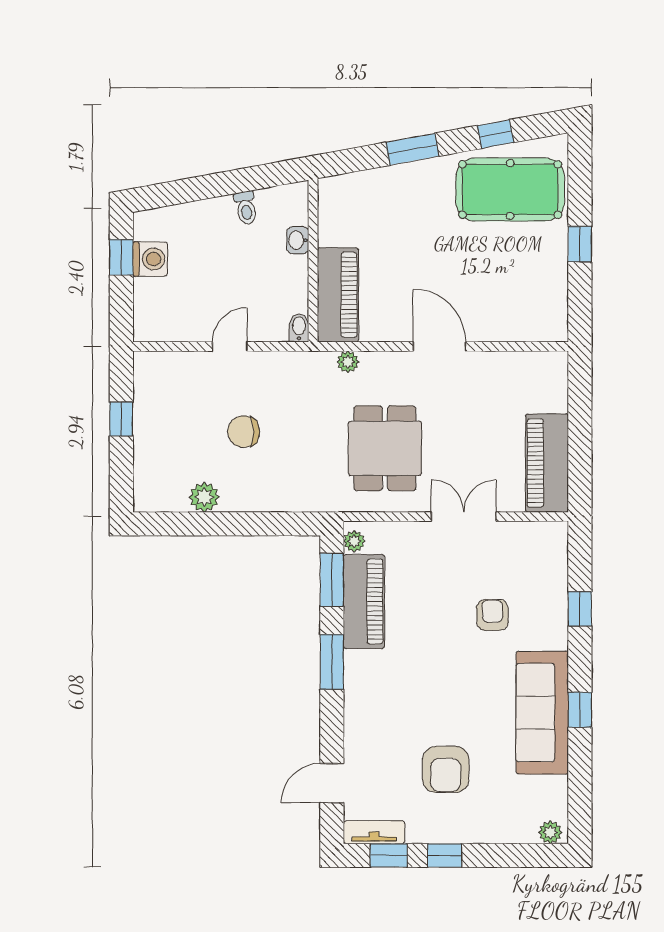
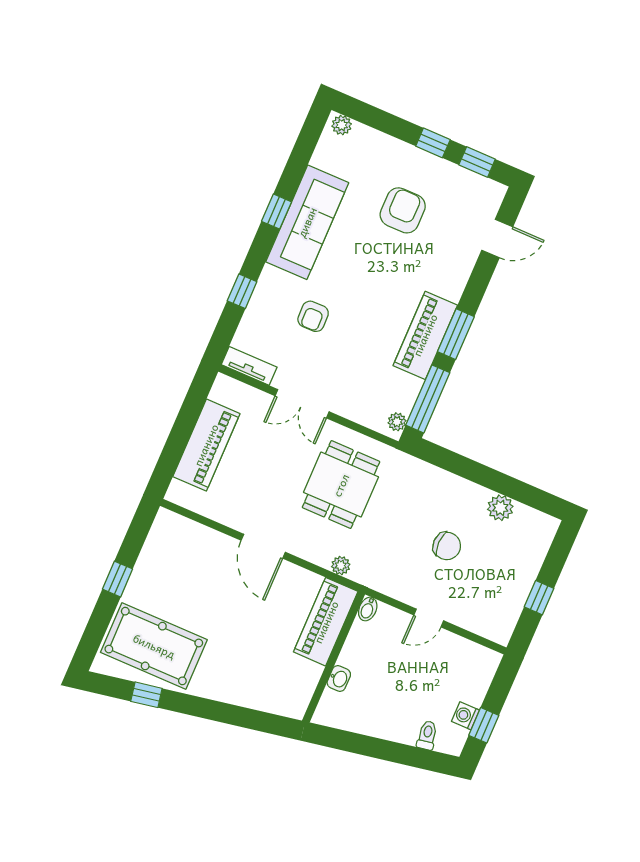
window: (412, 149) -> (217, 711), removed
toilet: (246, 208) -> (427, 735), moved
washing machine: (150, 259) -> (465, 716), width x0.73, depth x0.73
piano: (547, 463) -> (206, 445), moved
window: (332, 580) -> (428, 399), width x1.44
piano: (364, 601) -> (425, 335), moved
tv unit: (374, 832) -> (249, 366), moved, turned 180

